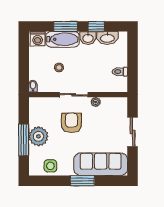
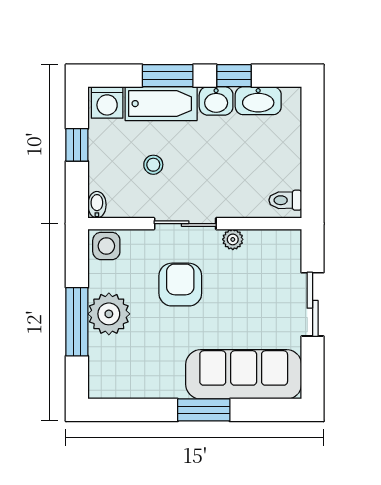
window: (24, 58) -> (77, 145), added
toilet: (120, 72) -> (285, 200), moved
side table: (50, 166) -> (106, 246), moved

